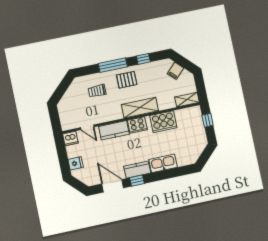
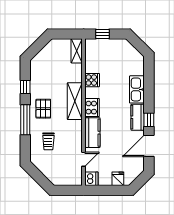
filing cabinet: (176, 71) -> (44, 56), removed
cooker: (163, 122) -> (92, 80), width x0.53, depth x0.76

